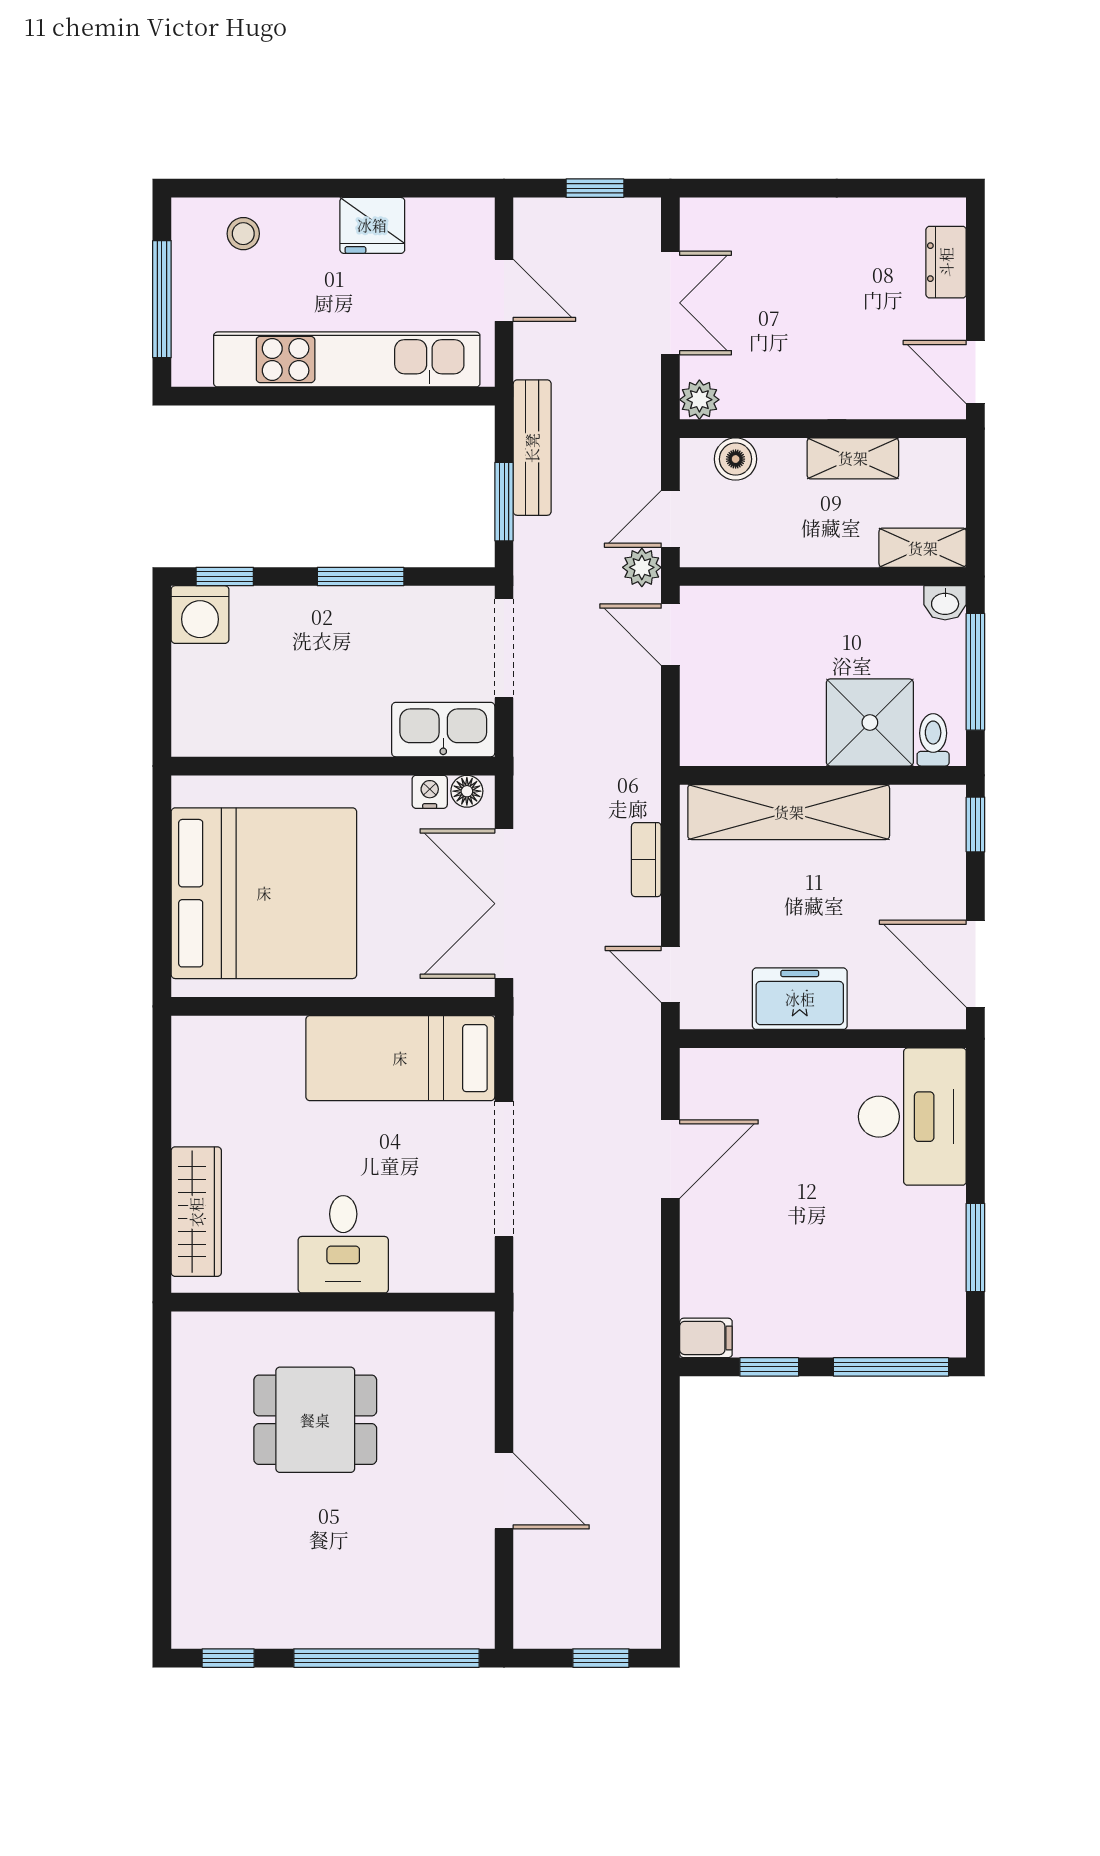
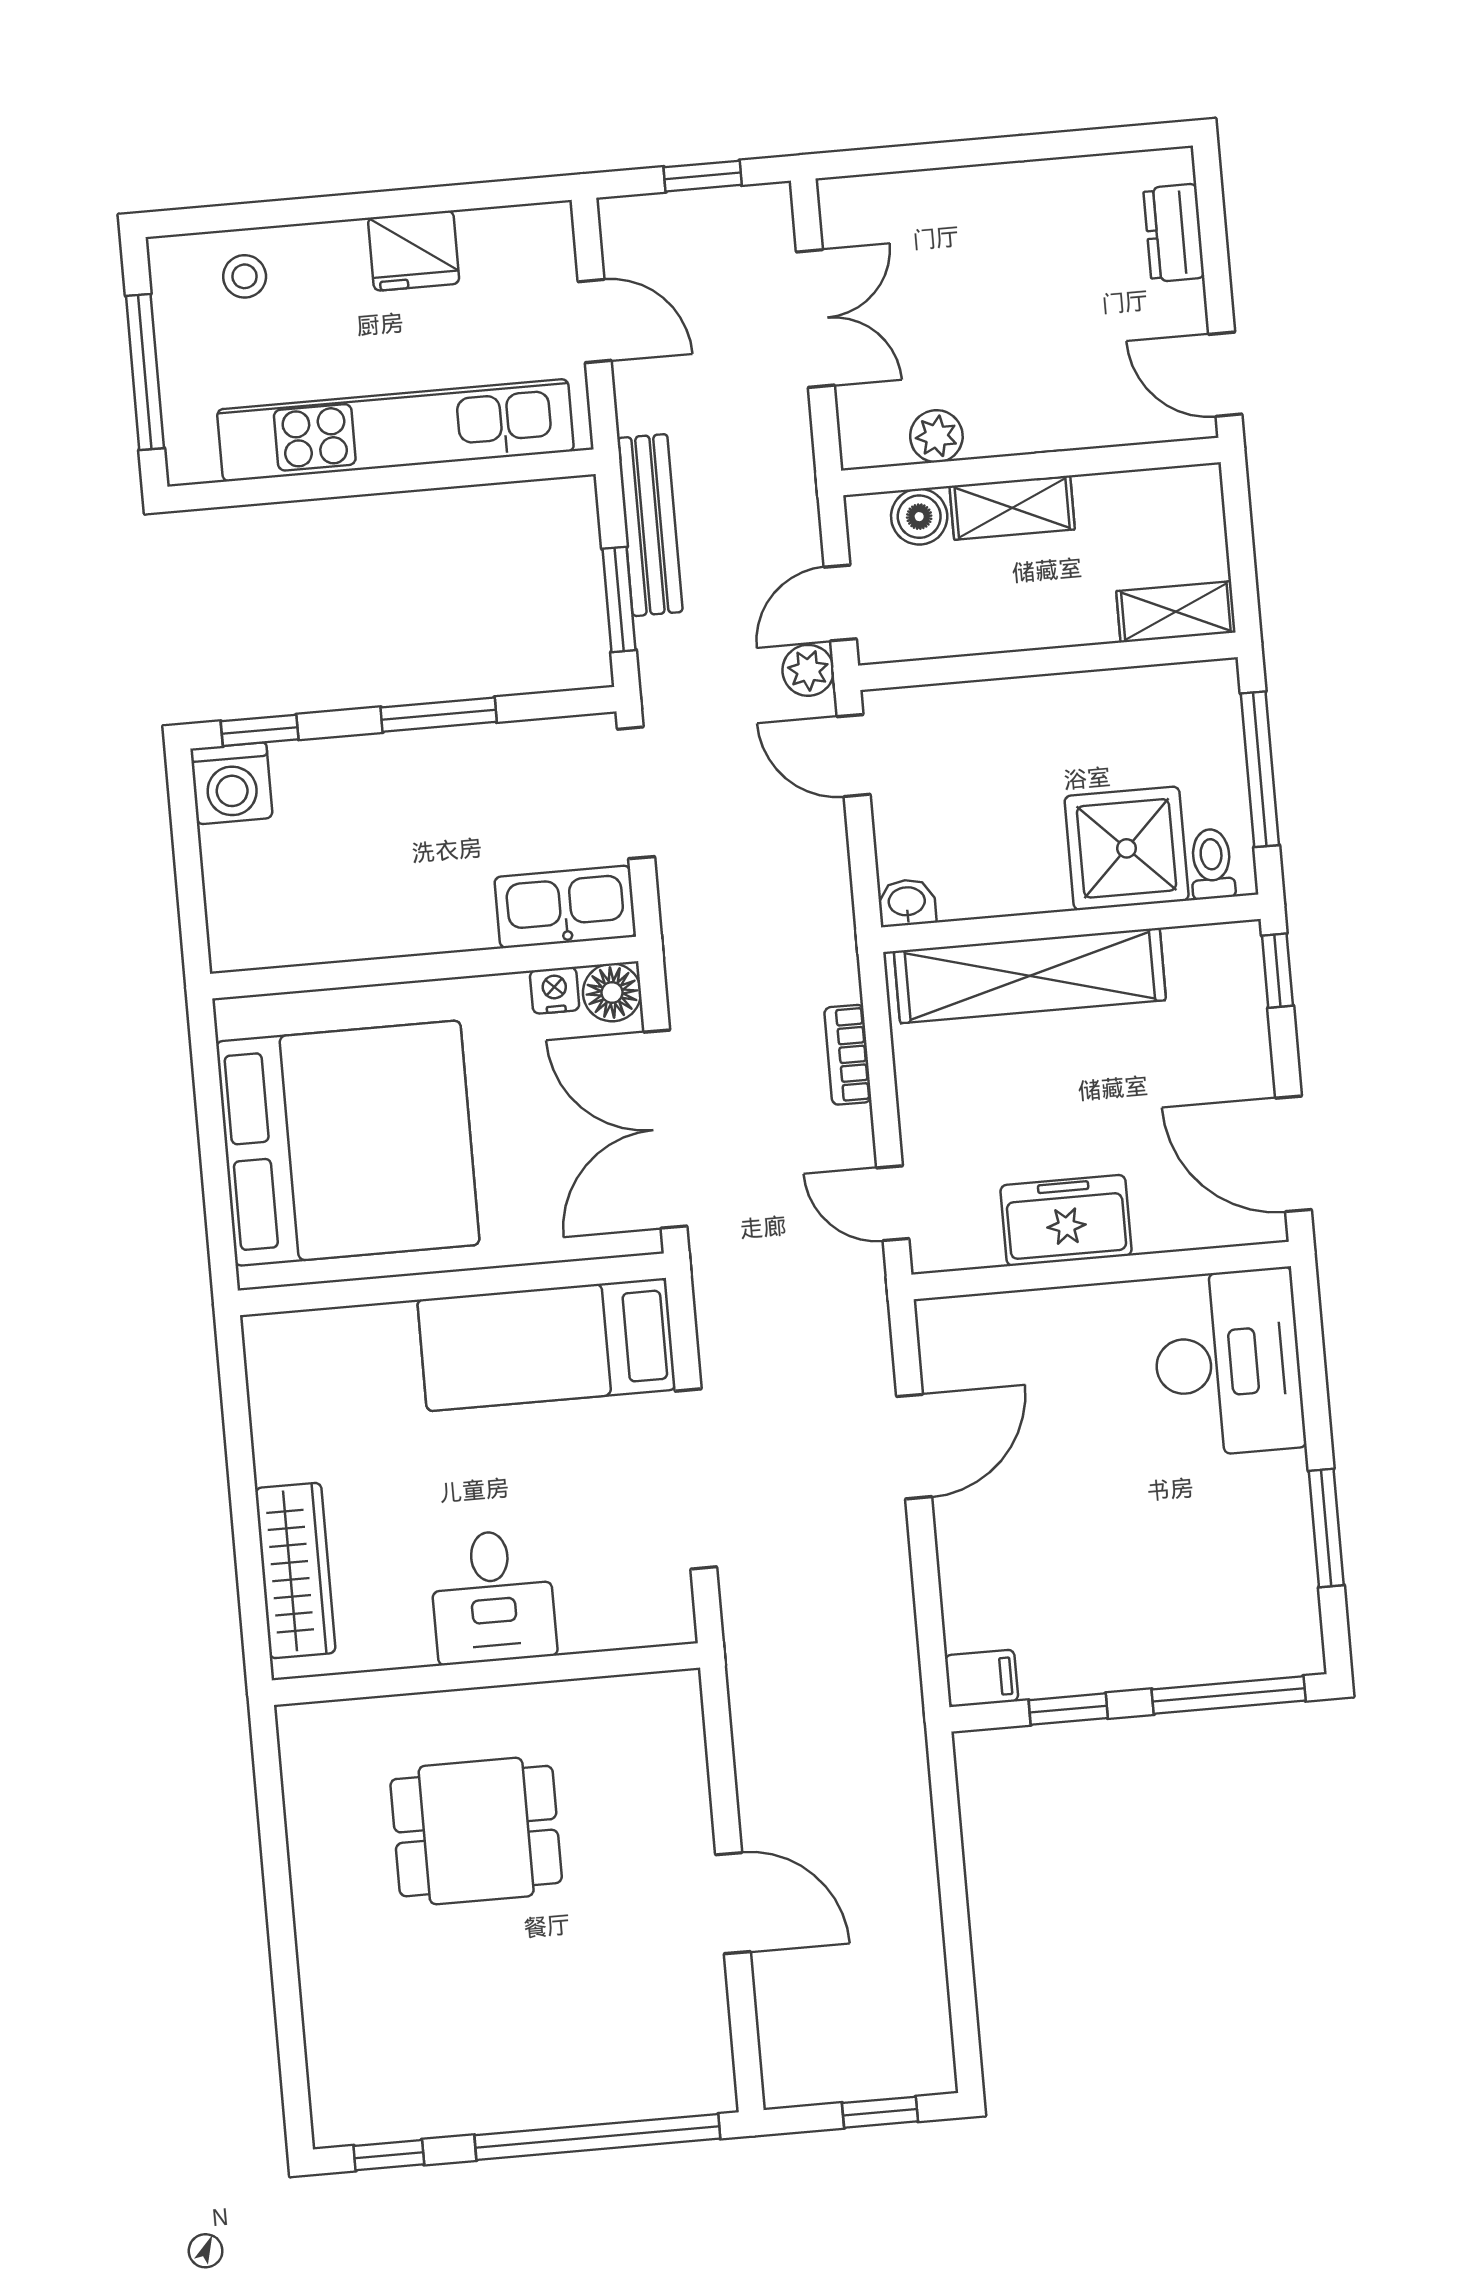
plant: (699, 400) -> (936, 436), moved
shelving: (853, 458) -> (1012, 508), moved
washbasin: (945, 603) -> (907, 903), moved, turned 180
floor lamp: (467, 791) -> (612, 992), width x1.37, depth x1.37

